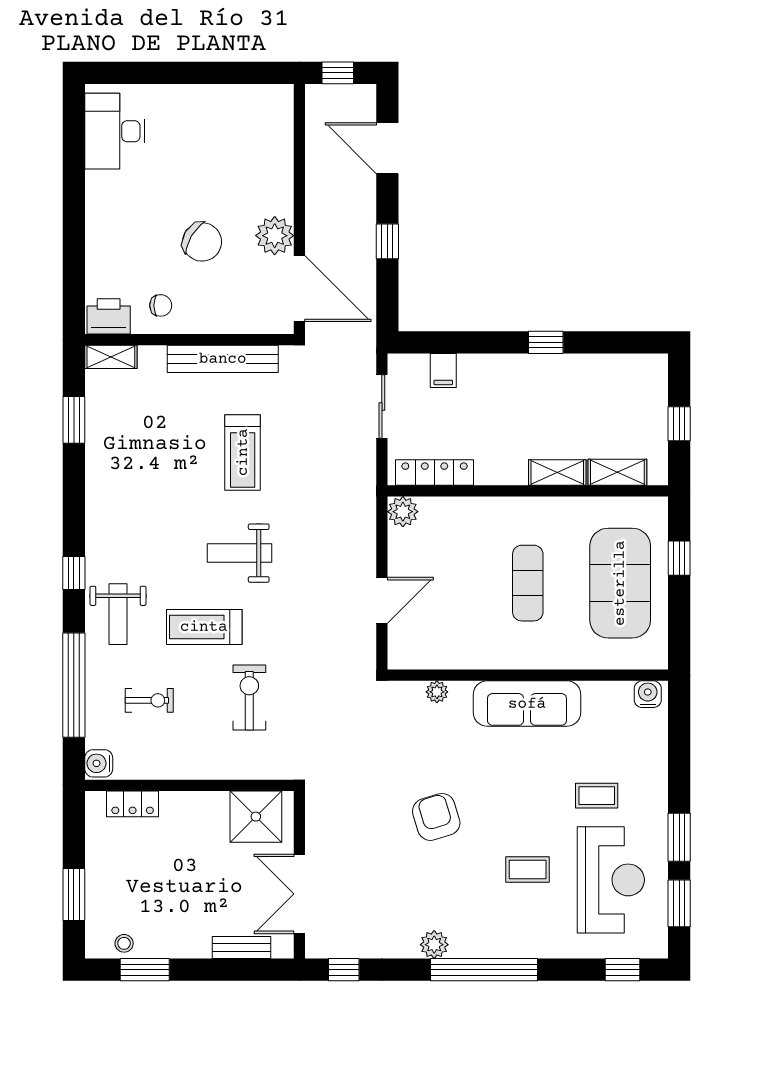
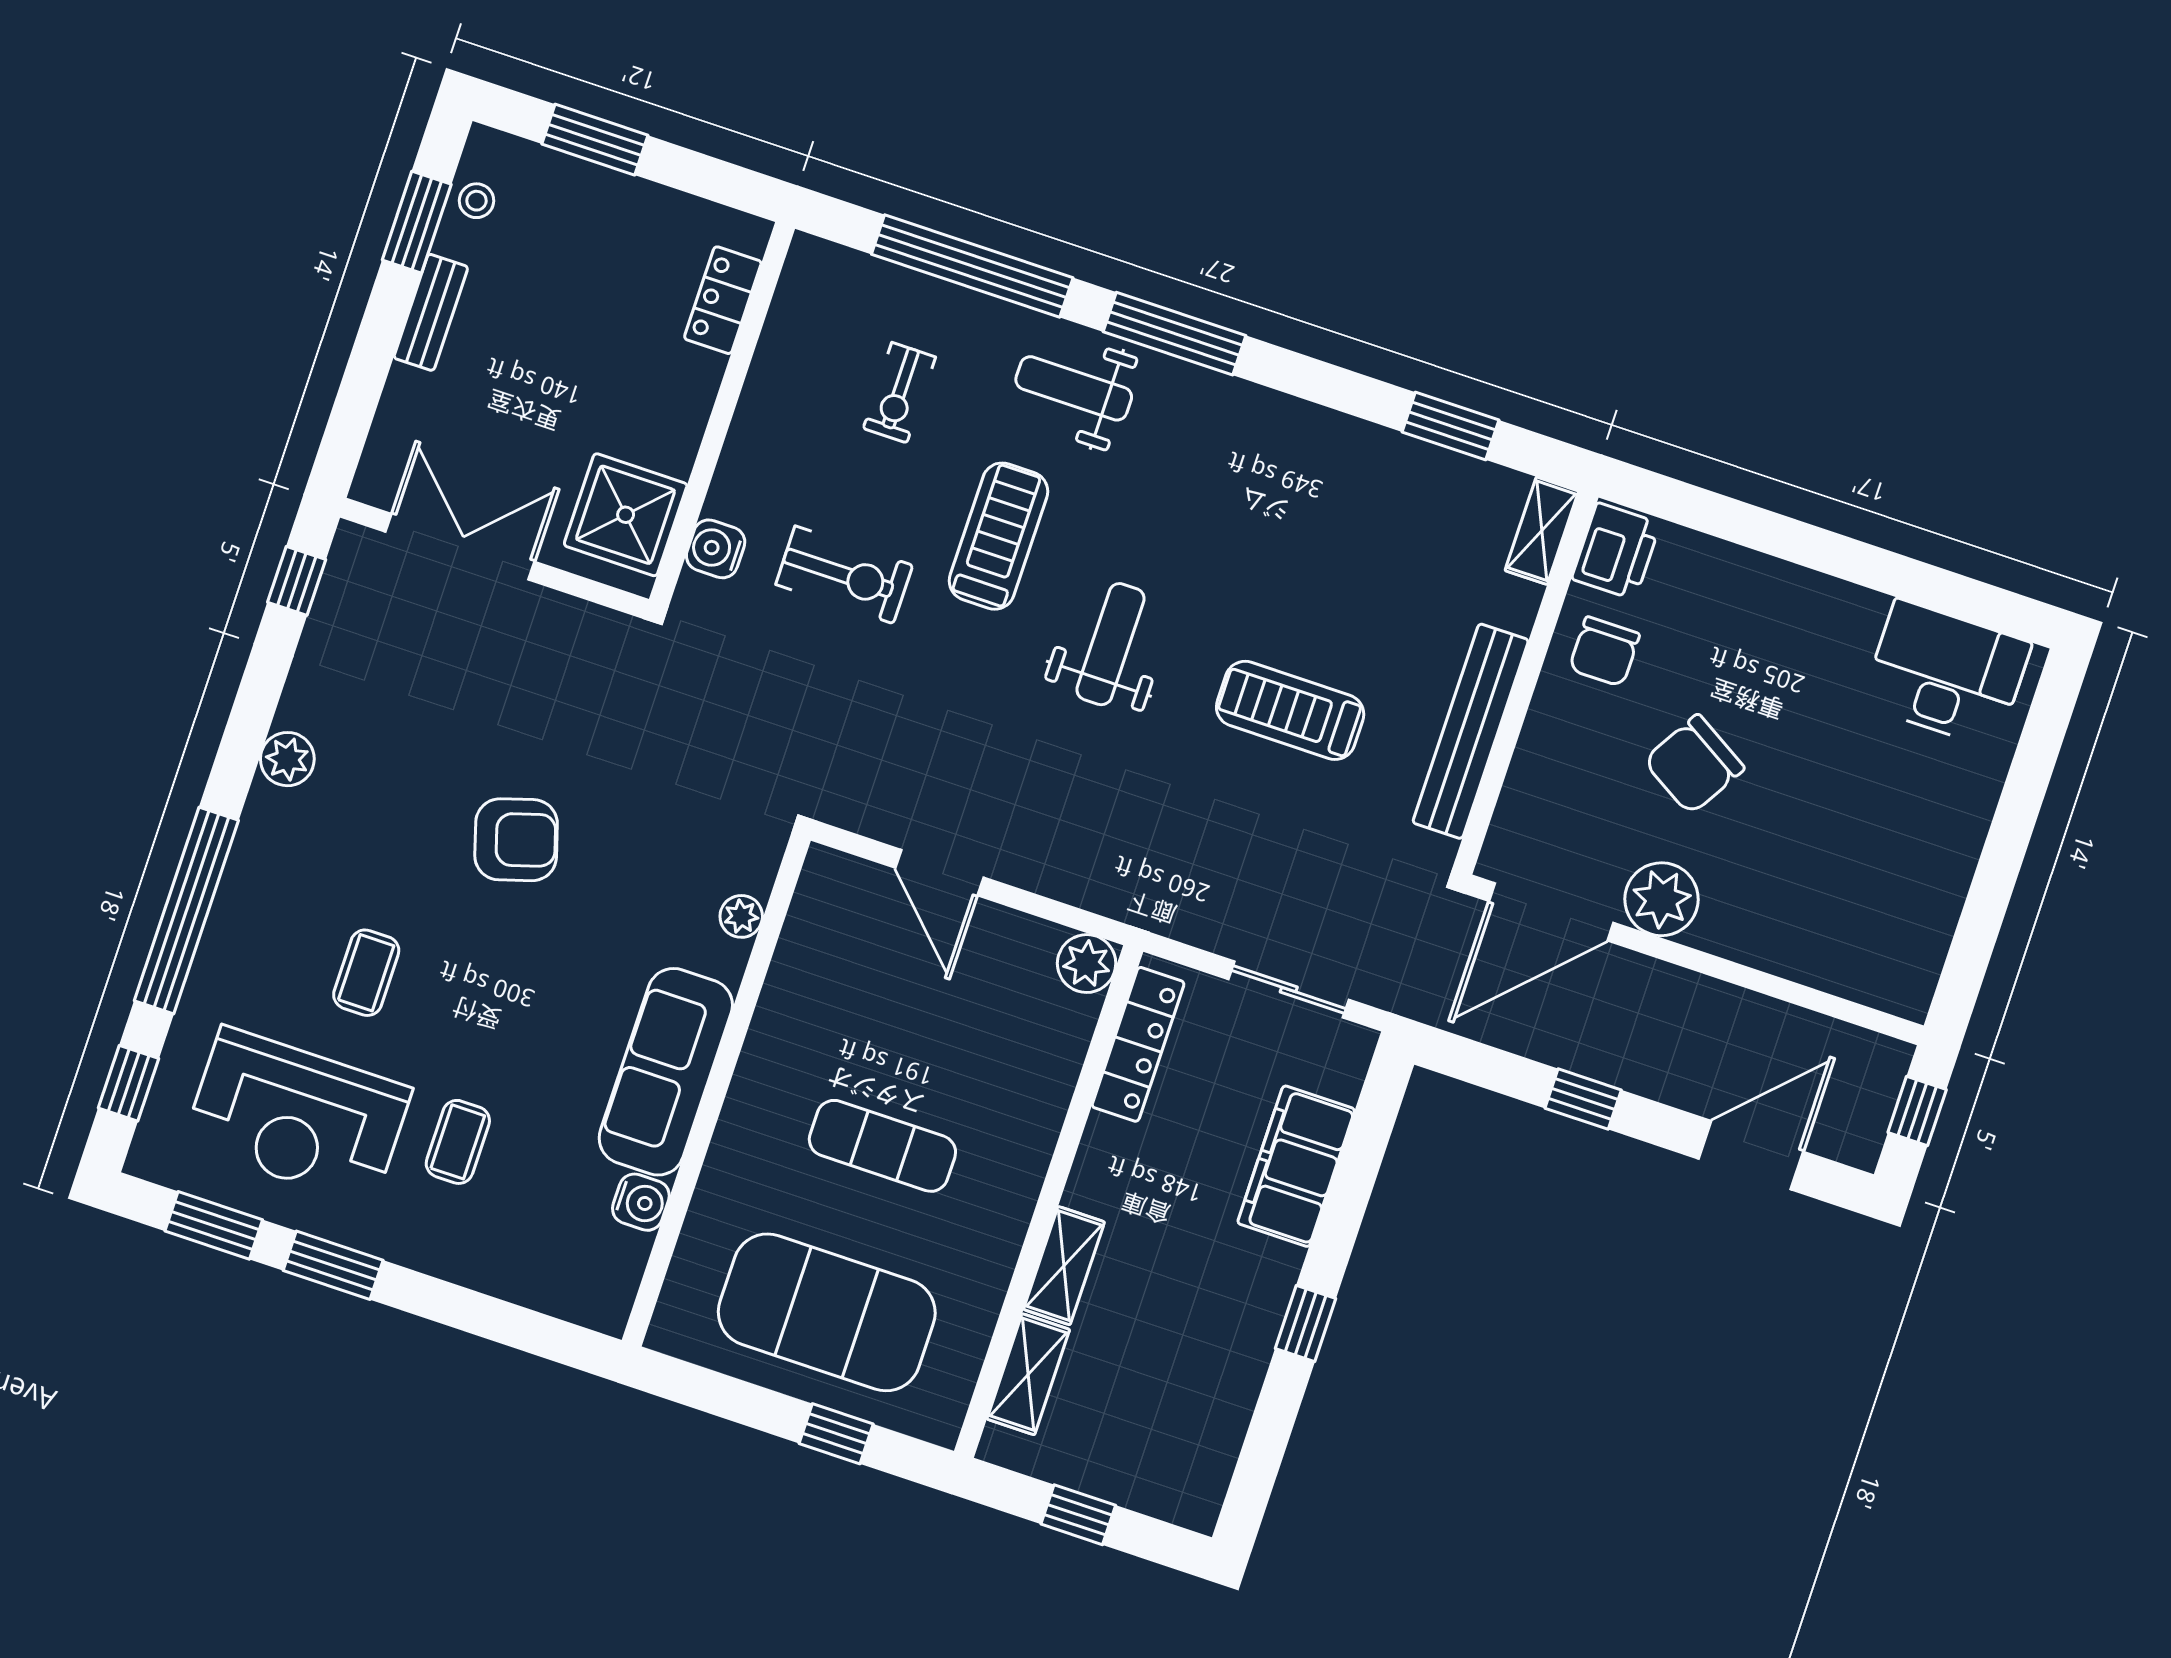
chair: (161, 305) -> (1604, 652), width x1.37, depth x1.37
filing cabinet: (443, 370) -> (1296, 1166), width x3.00, depth x1.17
window: (74, 573) -> (1175, 334), width x2.17
water cooler: (648, 694) -> (641, 1202), moved
water cooler: (99, 763) -> (716, 549), moved, turned -90
bench: (242, 948) -> (431, 312), moved
window: (484, 970) -> (186, 911), moved

